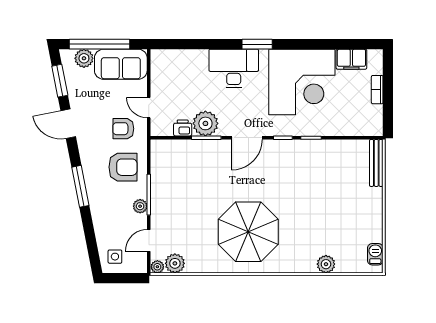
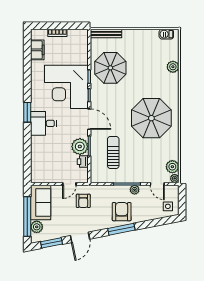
desk: (234, 68) -> (43, 123), width x0.73
corner desk: (302, 82) -> (66, 87), moved, turned 180
armchair: (123, 167) -> (122, 212), moved
parasol: (324, 170) -> (110, 68), added
sun lounger: (196, 174) -> (113, 152), added

